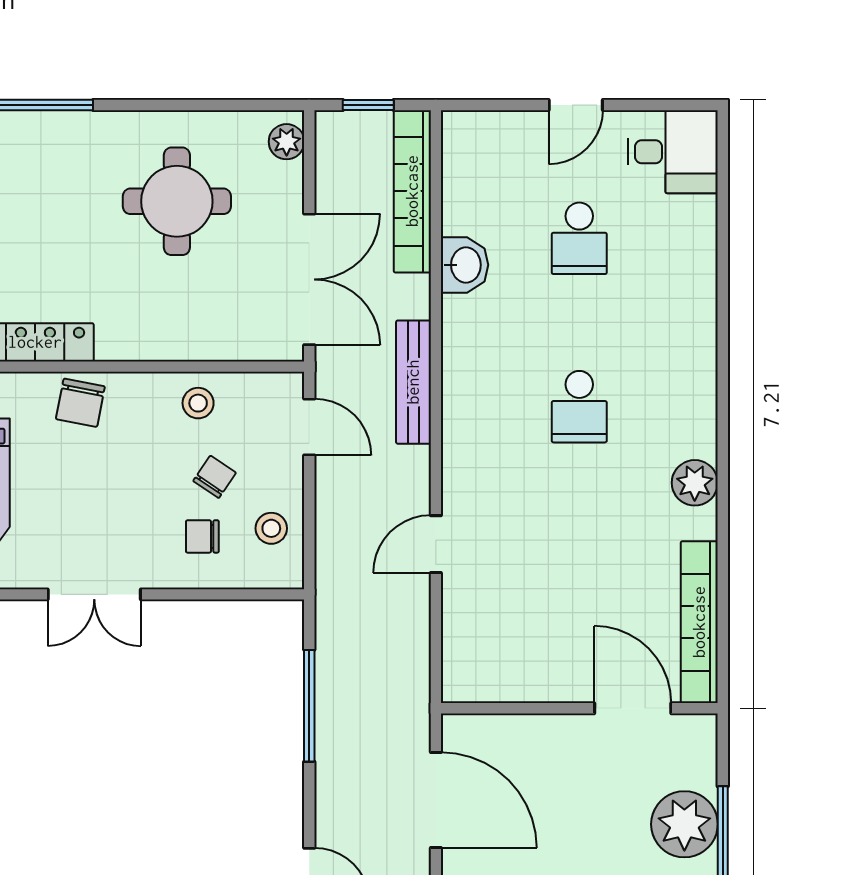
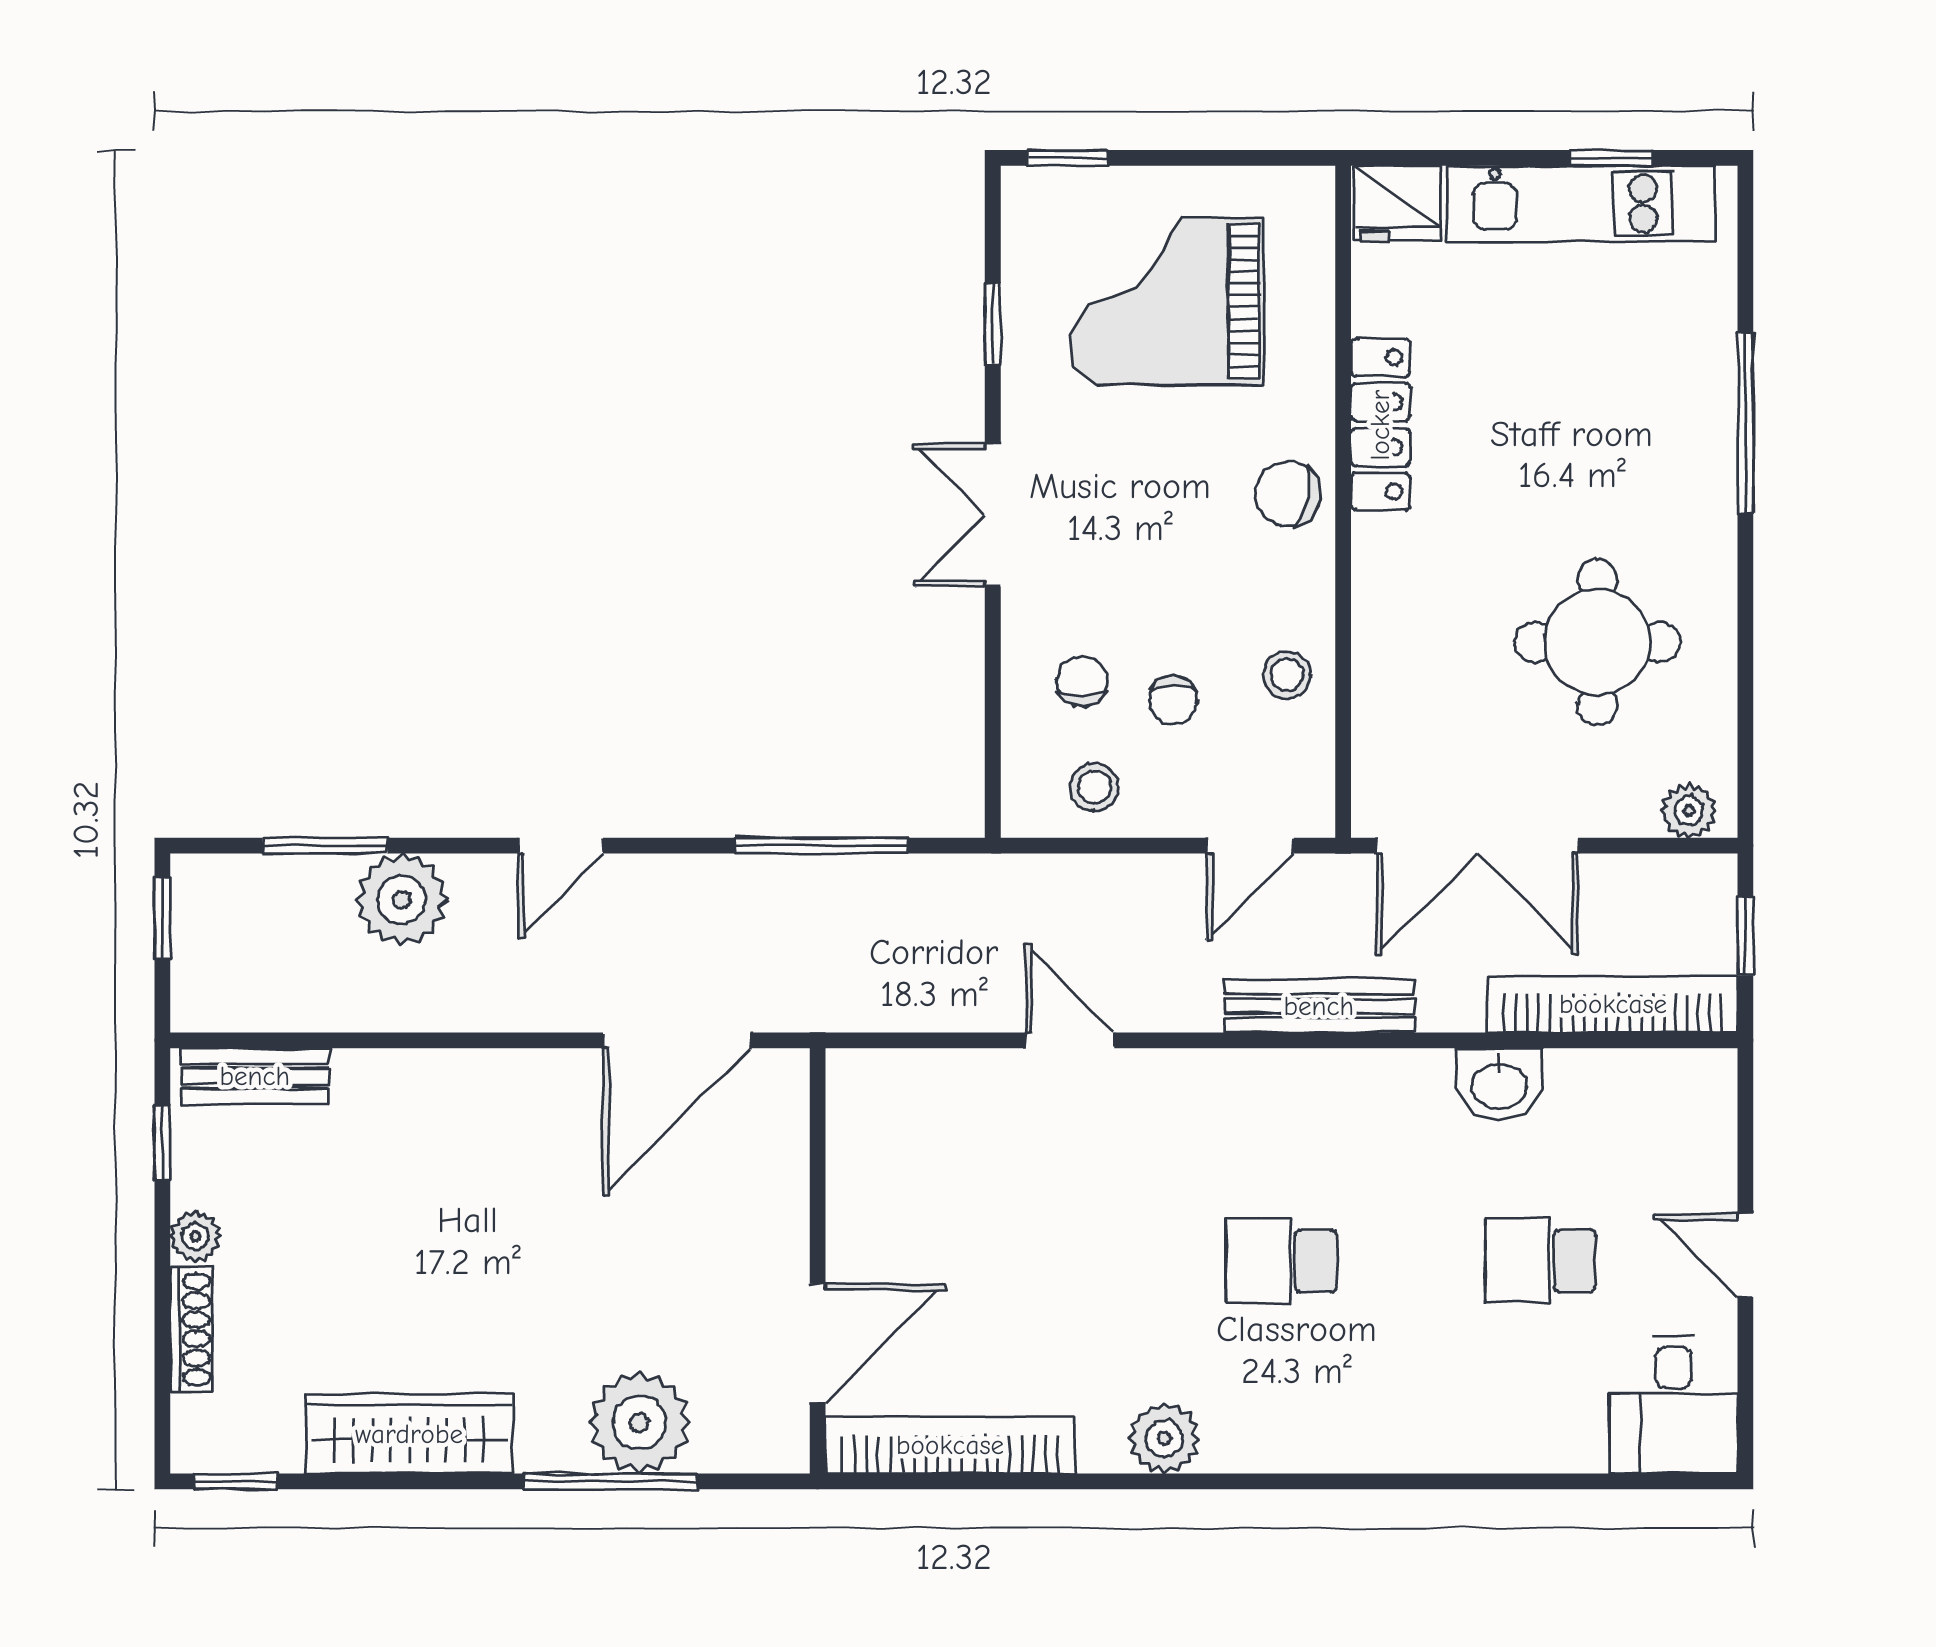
chair: (215, 477) -> (1173, 700), turned 55

